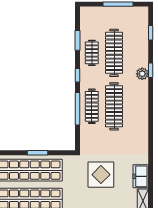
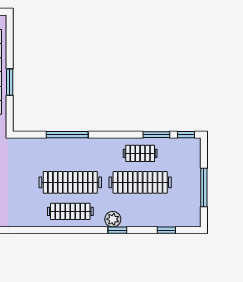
window: (77, 75) -> (186, 135), moved
clothes rail: (92, 106) -> (70, 211), moved

